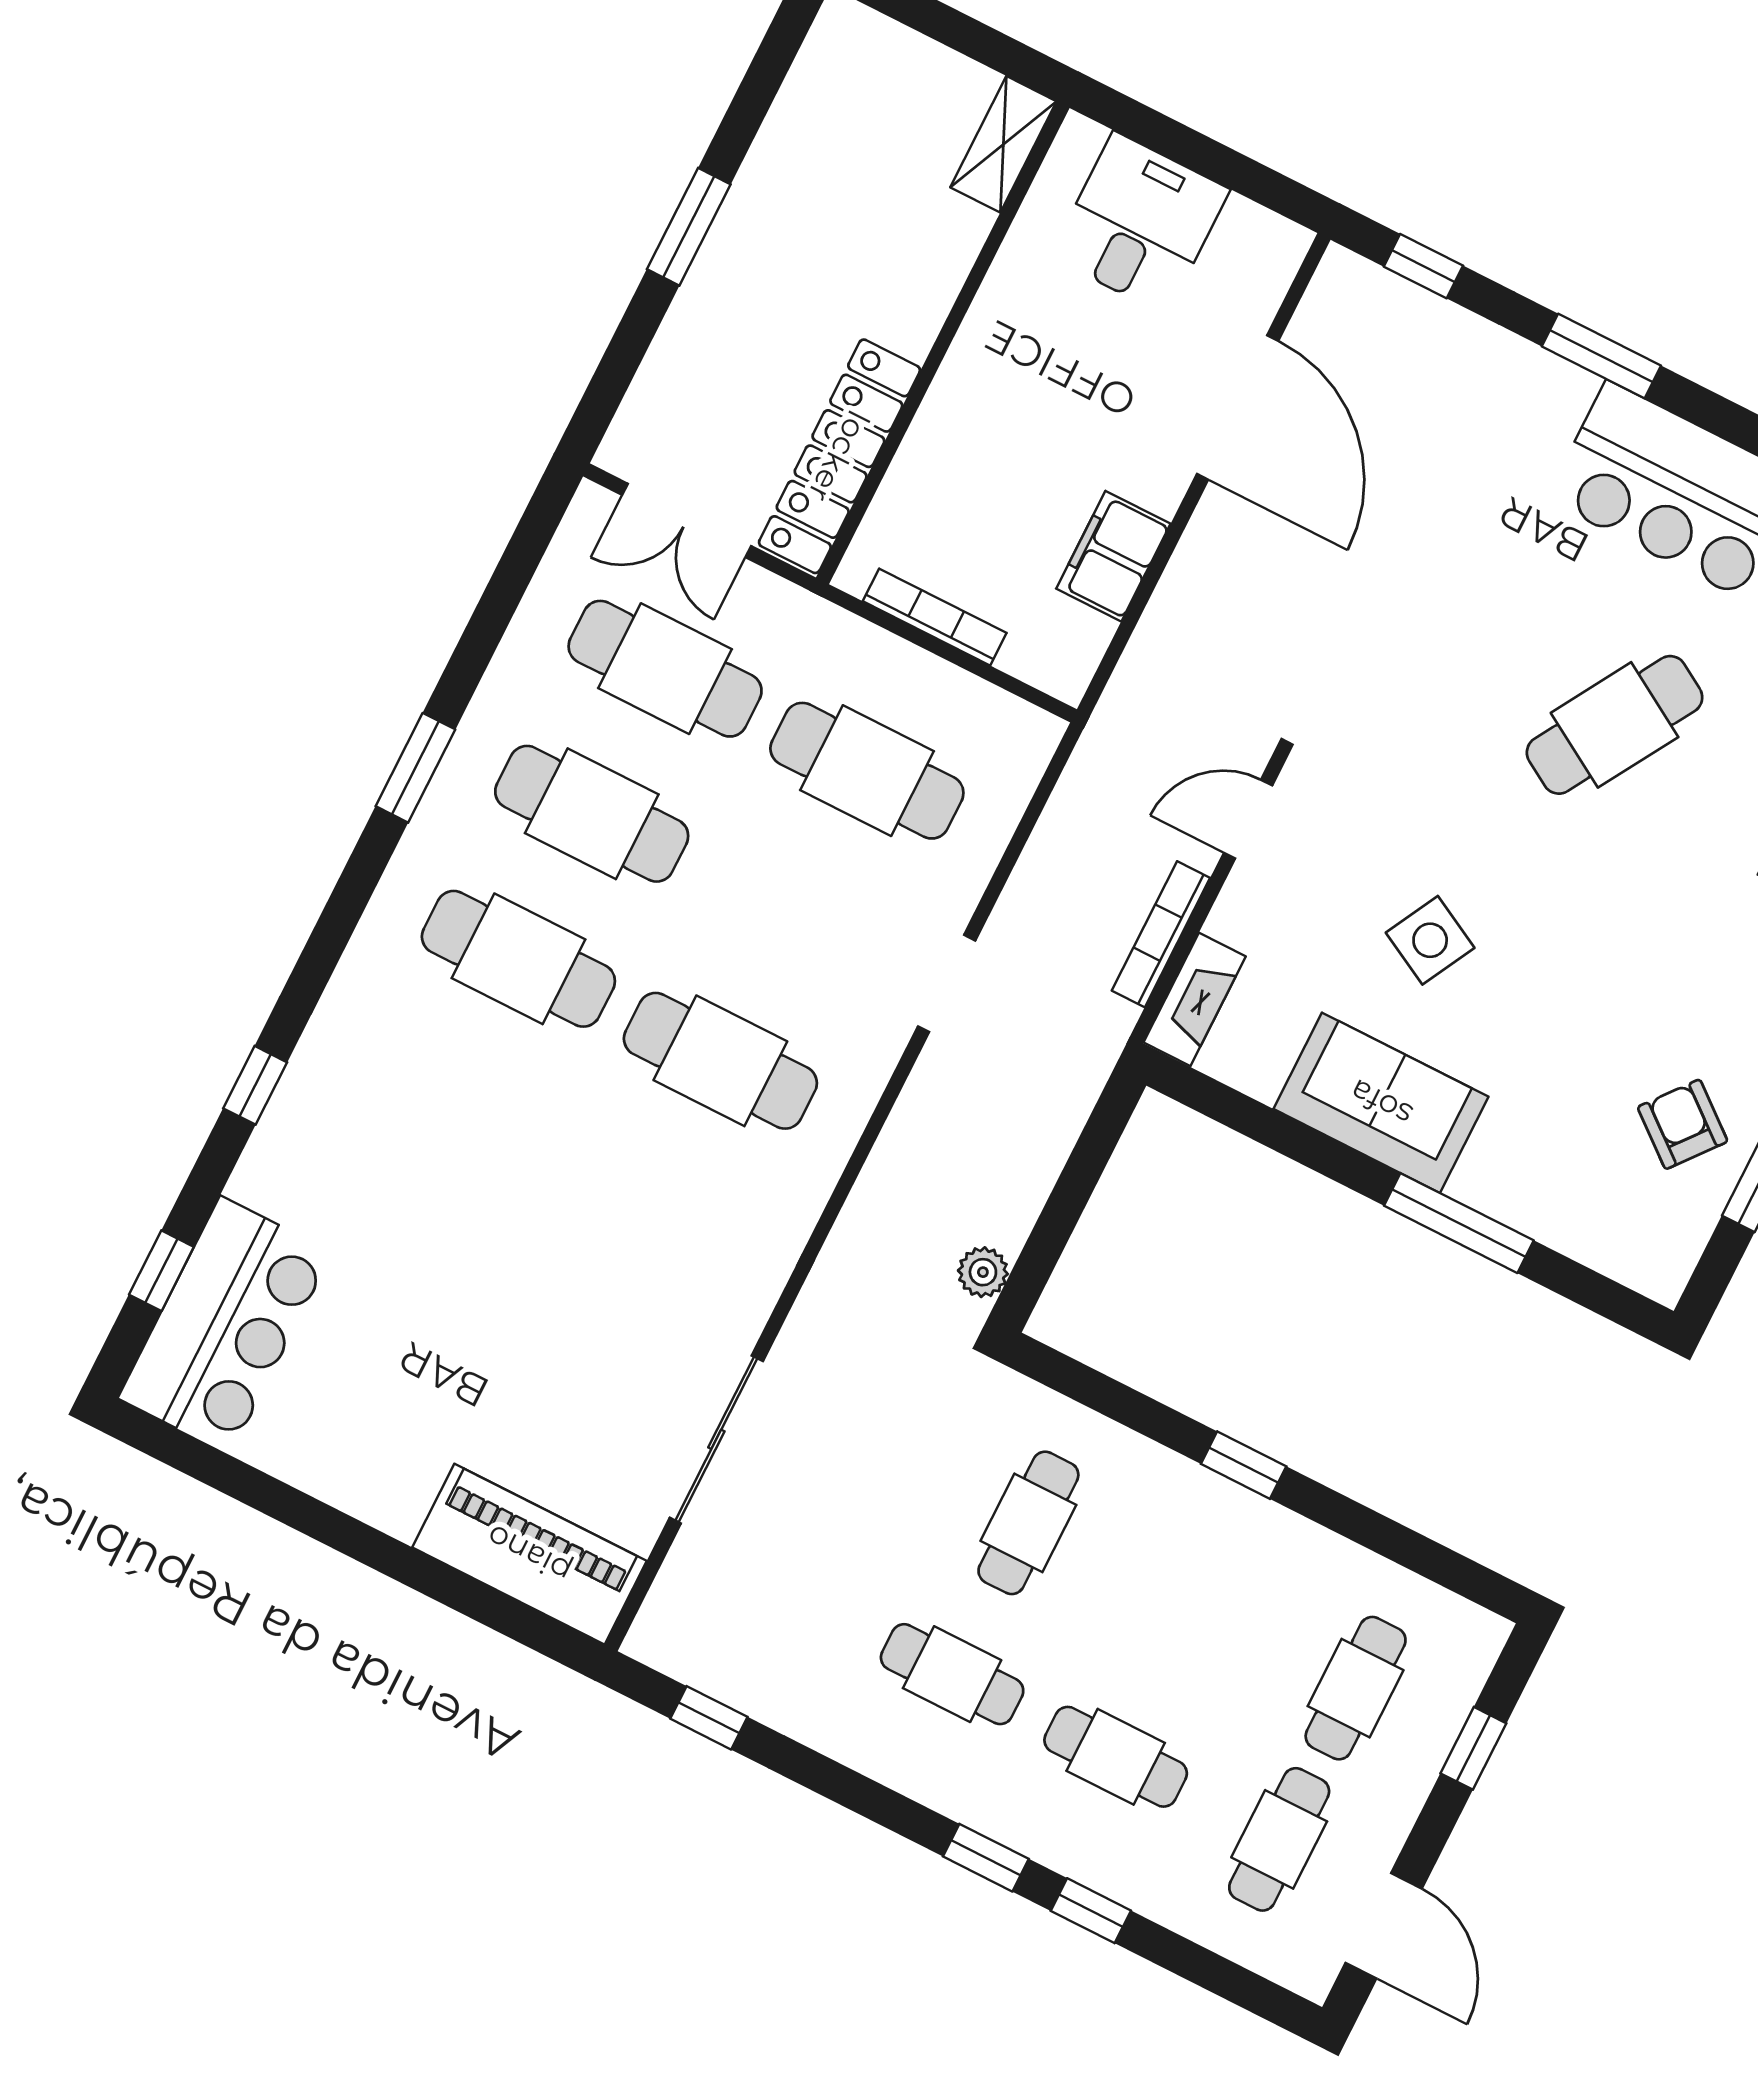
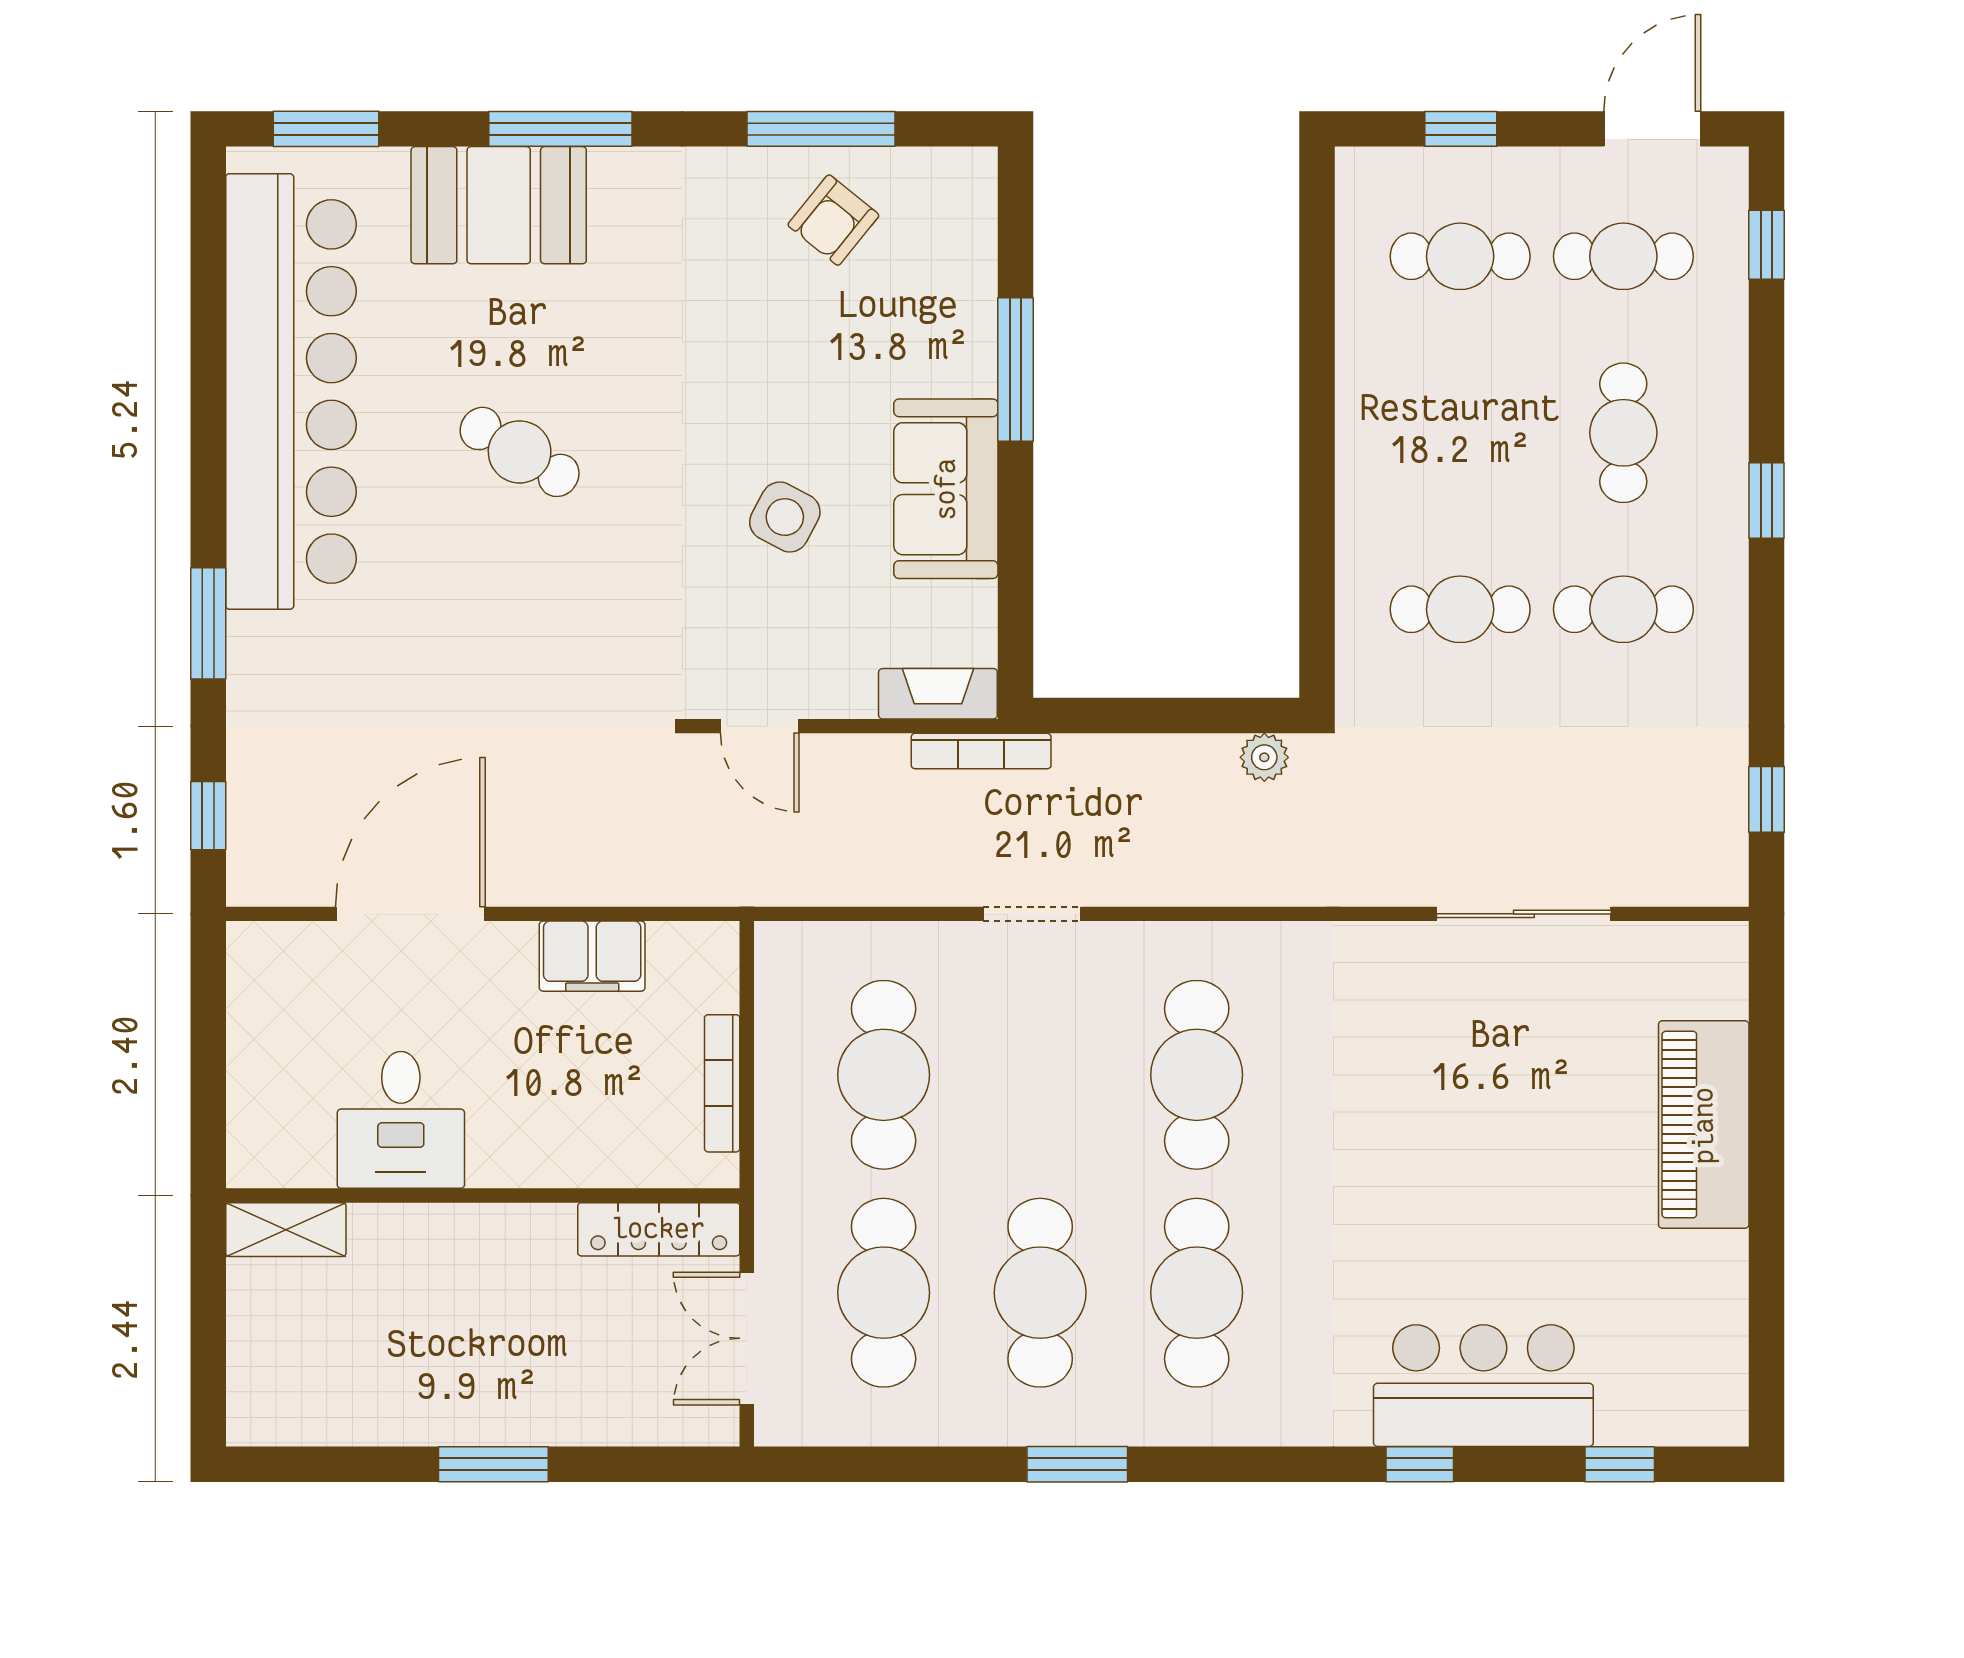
desk: (1140, 223) -> (401, 1120), moved, turned -90
locker: (839, 456) -> (659, 1229), width x0.71, depth x0.83
double door: (687, 520) -> (747, 1338), swing flipped
cafe table: (1615, 725) -> (520, 452), width x0.73, depth x0.74
bookcase: (1161, 934) -> (981, 751), moved
bar counter: (225, 1325) -> (1483, 1386), moved
window: (1244, 1465) -> (1317, 449), removed
piano: (529, 1554) -> (1704, 1125), moved
cafe table: (952, 1674) -> (1623, 609), turned 90
window: (1091, 1911) -> (1766, 245), moved

